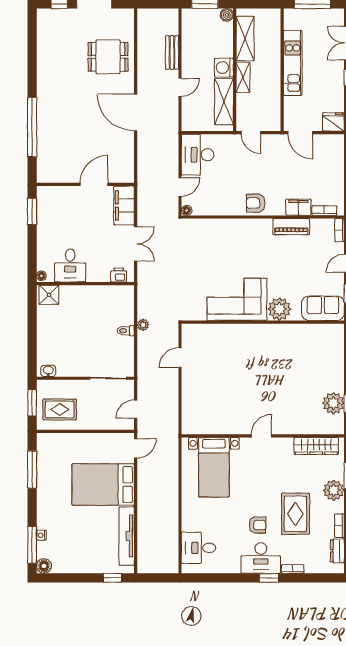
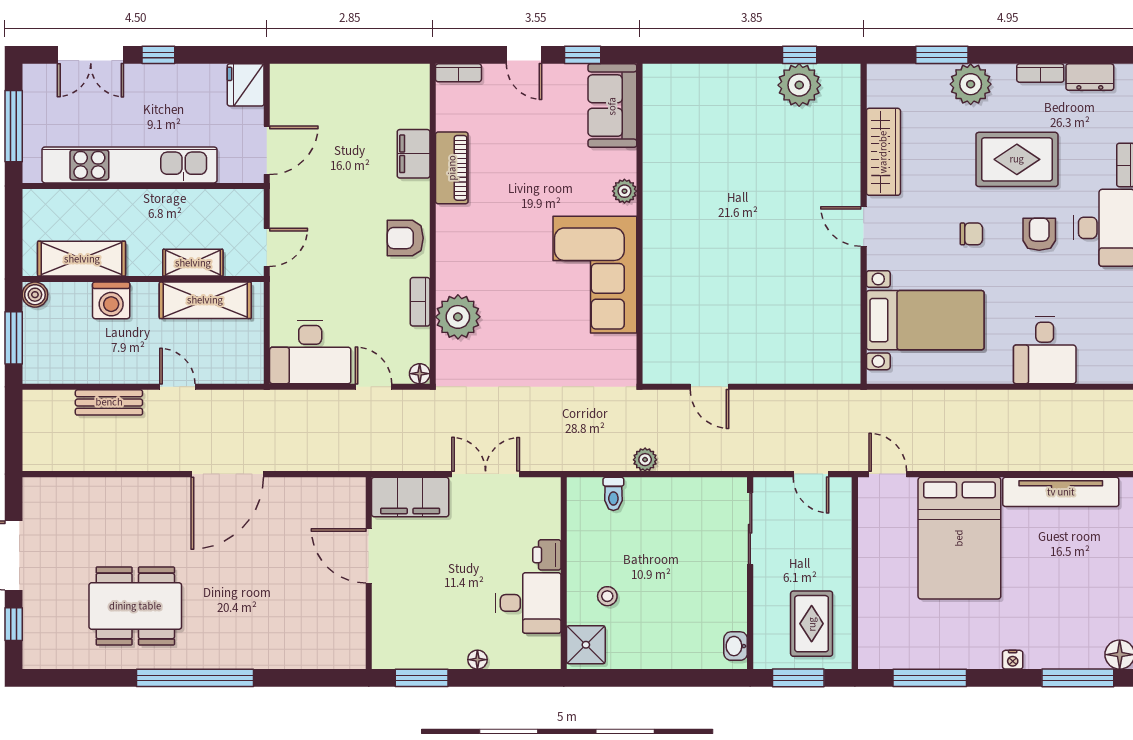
dining table: (108, 57) -> (135, 606), moved, width x1.38
kitchen unit: (293, 63) -> (130, 165), width x1.36
washing machine: (224, 68) -> (111, 300), moved
shelving: (243, 77) -> (193, 263), moved
window: (32, 127) -> (195, 678), moved
armchair: (256, 203) -> (405, 238), turned 90
bookcase: (324, 211) -> (420, 302), moved
plant: (215, 230) -> (458, 317), added
printer: (119, 275) -> (547, 555), moved
floor lamp: (41, 276) -> (477, 660), moved
stool: (74, 306) -> (607, 596), added
plant: (279, 309) -> (624, 191), width x0.53, depth x0.53
toilet: (126, 331) -> (613, 494), moved
wardrobe: (316, 446) -> (883, 152), moved
chair: (258, 491) -> (971, 234), added
nightstand: (41, 535) -> (1013, 660), moved
desk: (199, 548) -> (1045, 350), moved

